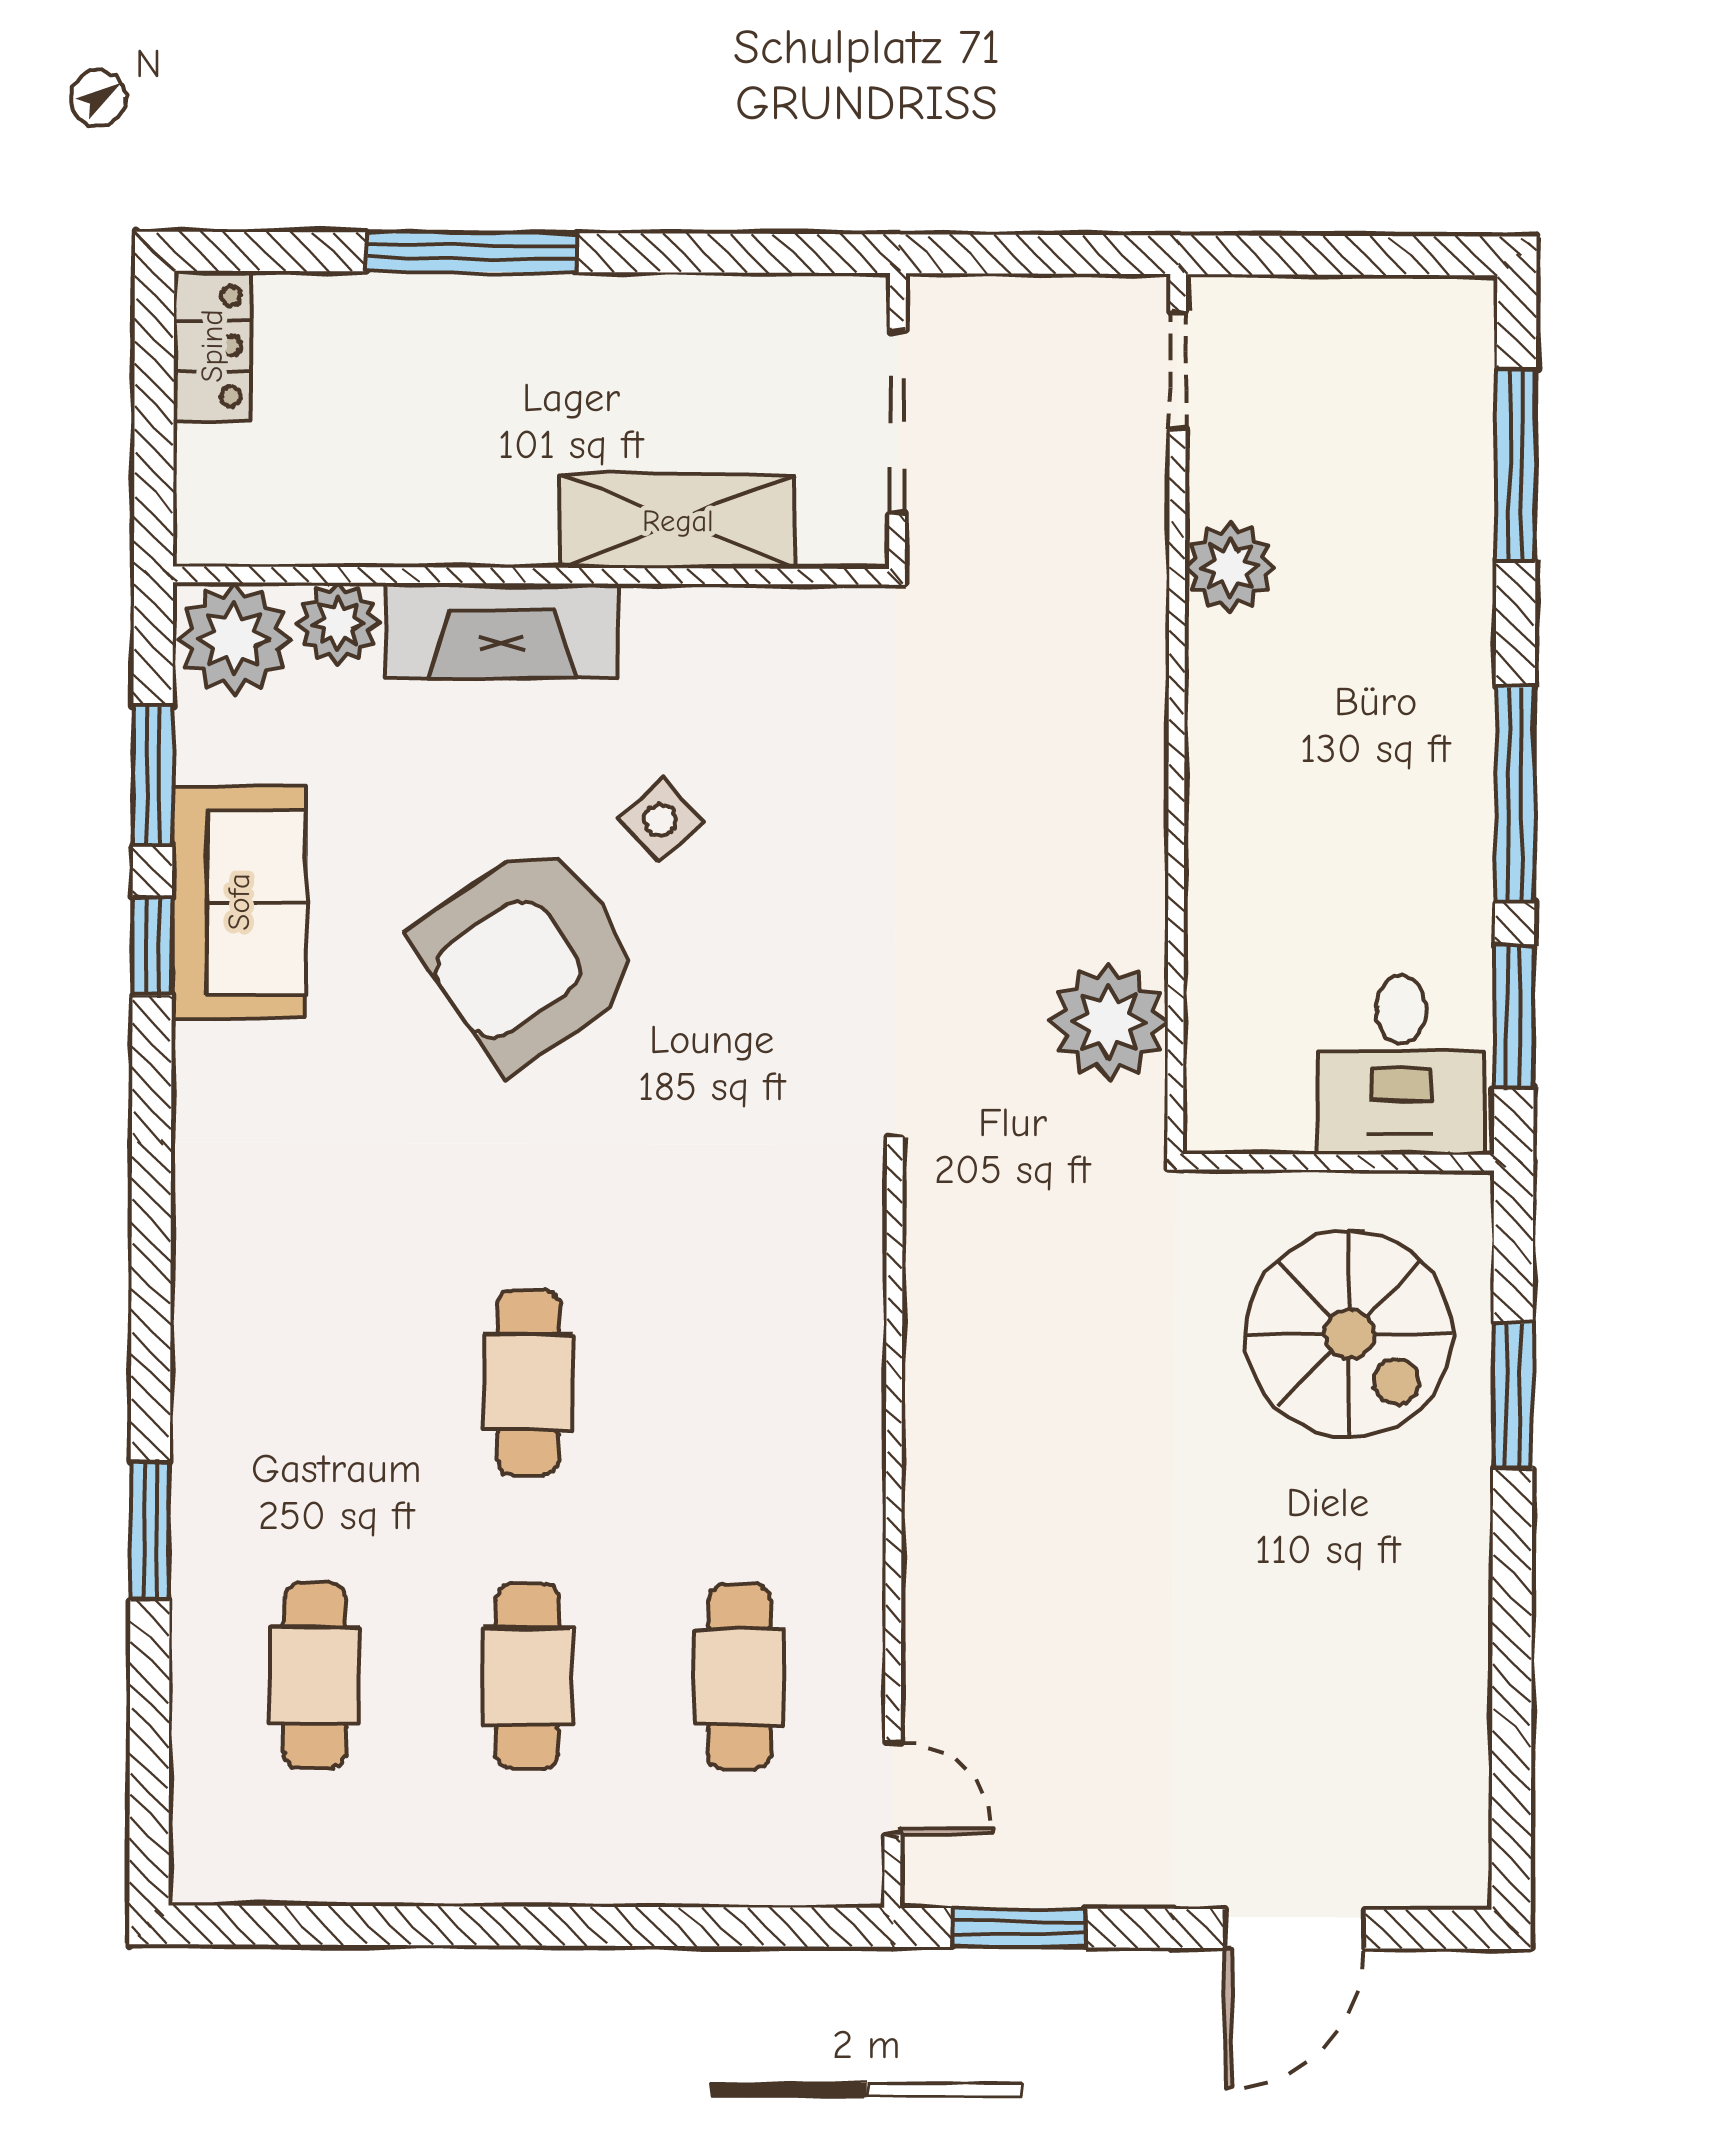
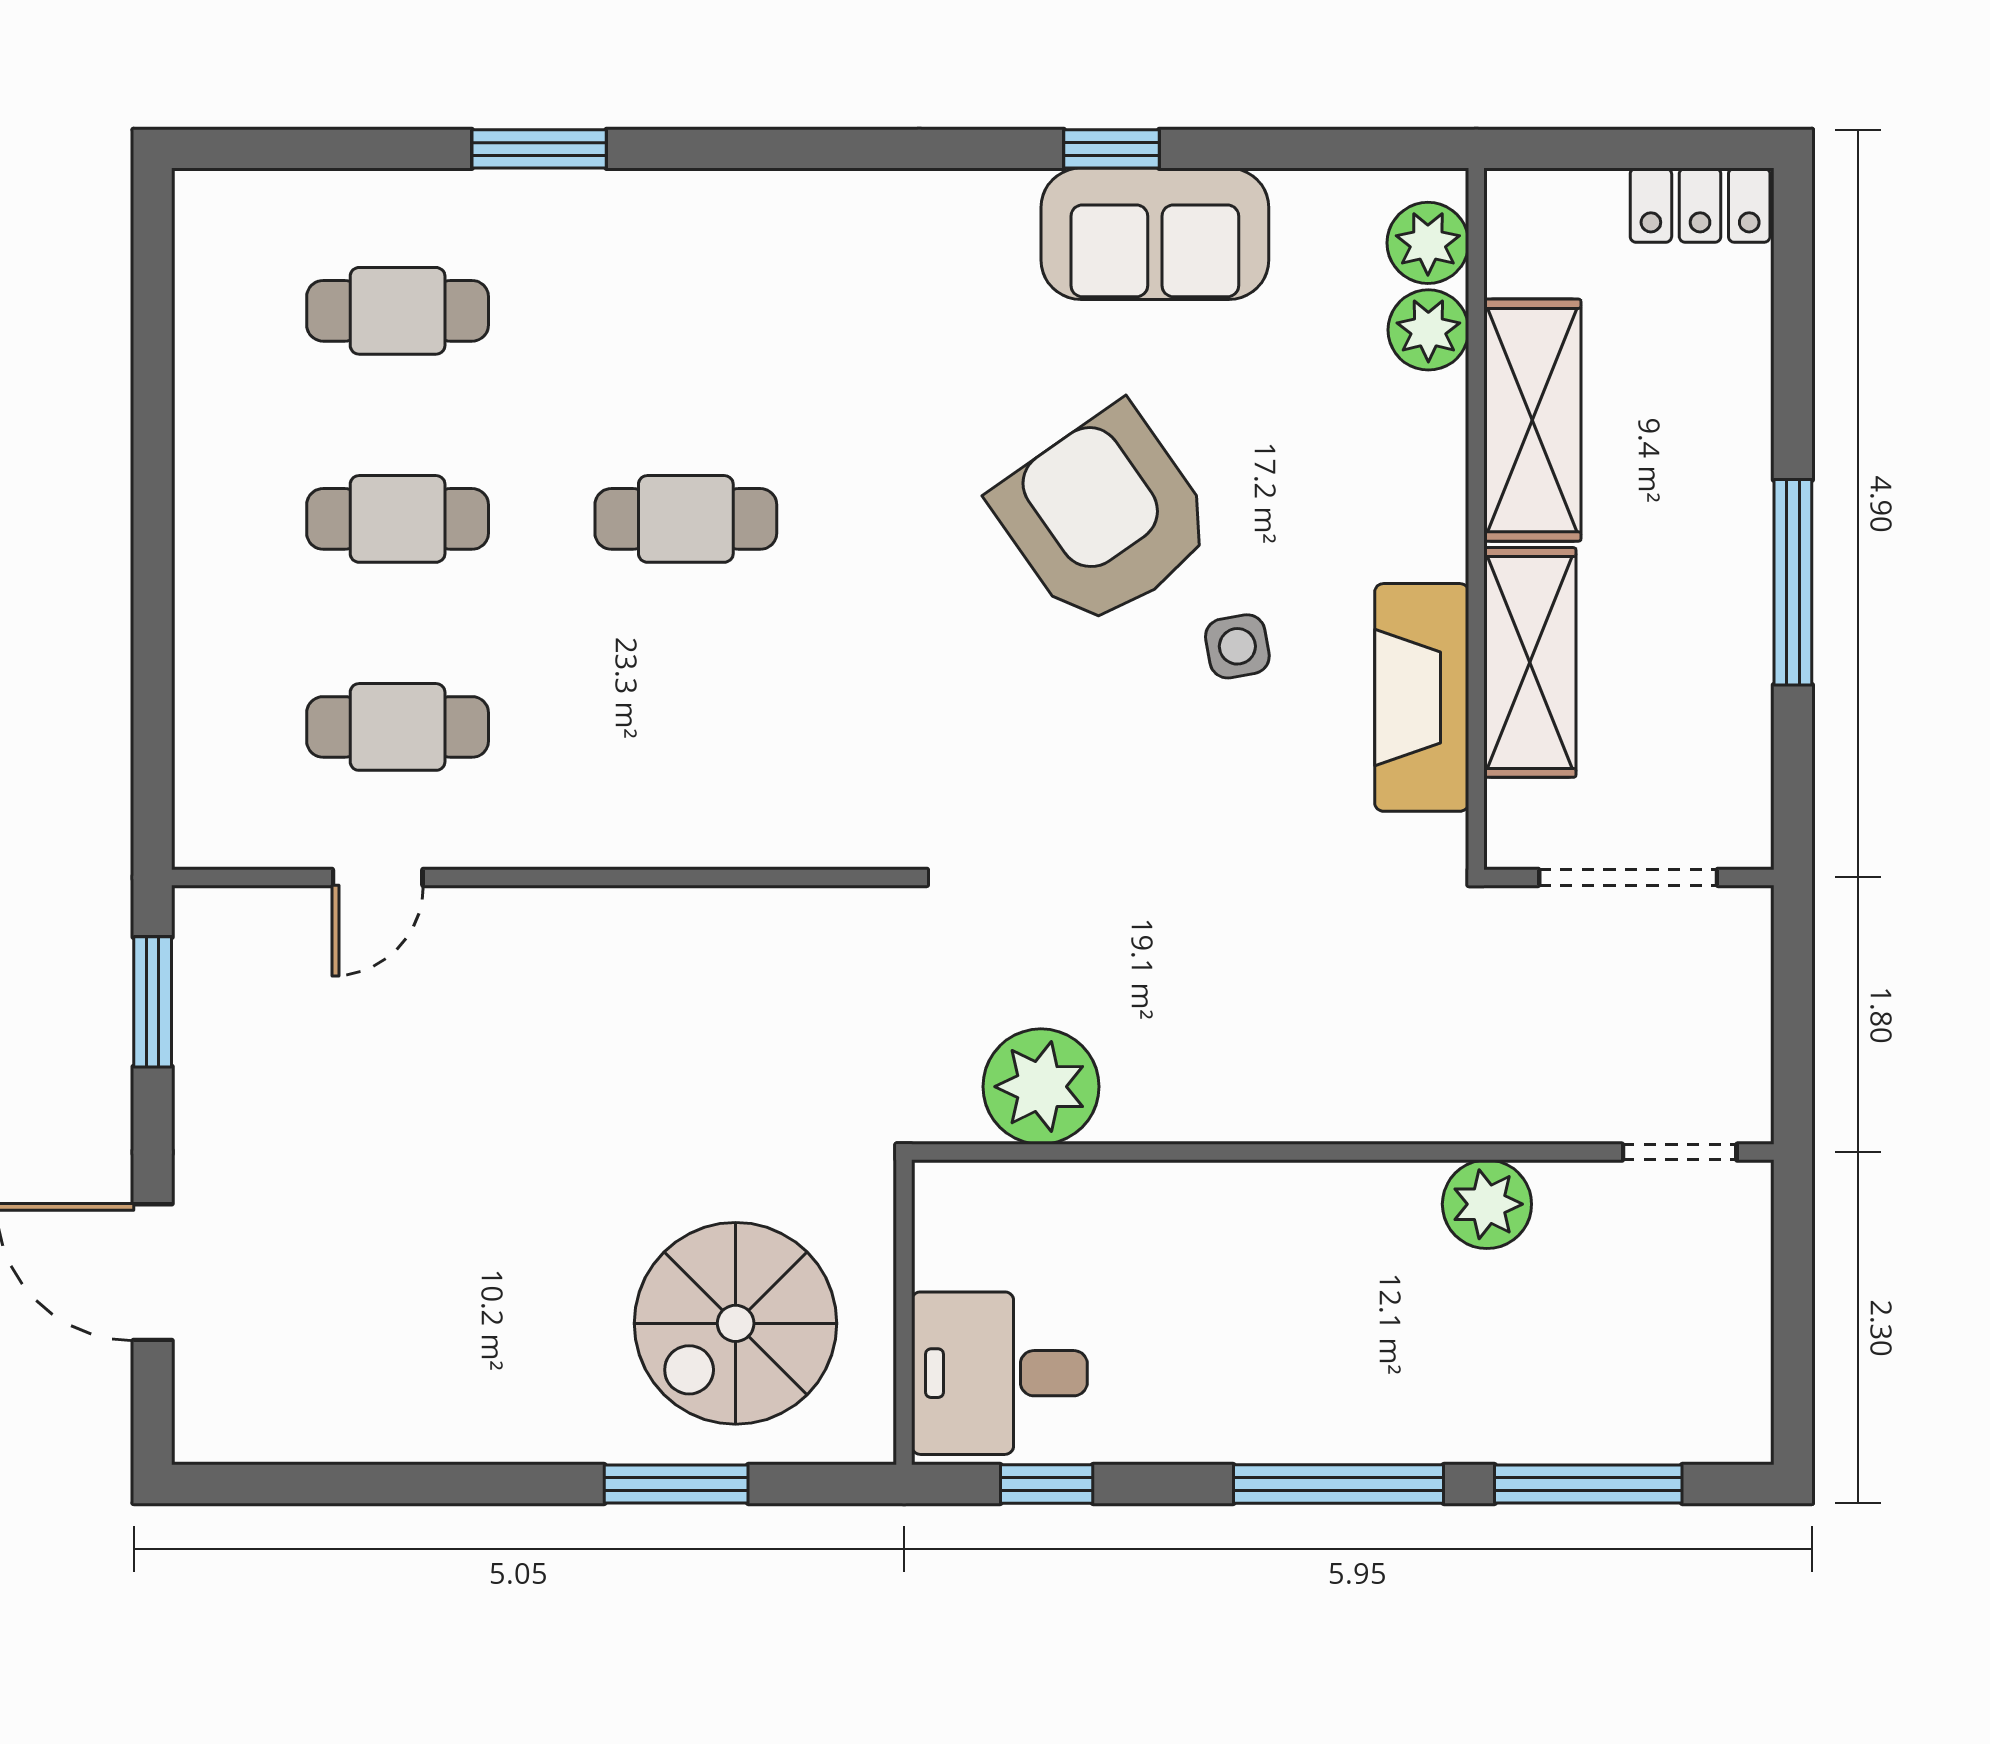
window: (471, 252) -> (1793, 582), moved
shelving: (430, 518) -> (1532, 420), added
fireplace: (502, 631) -> (1422, 697), moved
plant: (234, 639) -> (1428, 243), width x0.73, depth x0.73
window: (153, 775) -> (1279, 149), removed
window: (1515, 794) -> (1339, 1484), moved
side table: (660, 820) -> (1237, 646), turned 32
window: (1514, 1017) -> (1047, 1484), width x0.67
door: (893, 1788) -> (378, 877), moved

